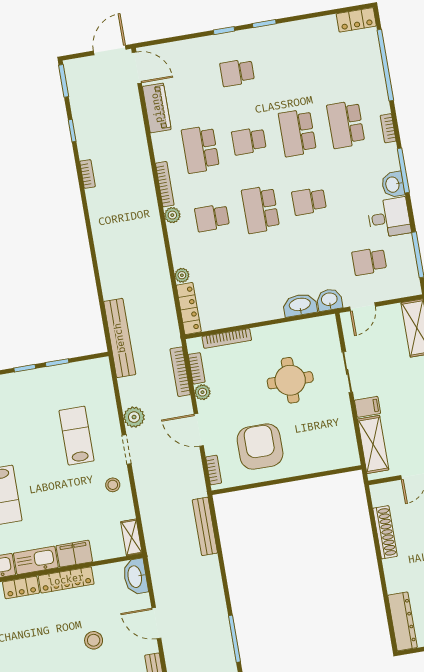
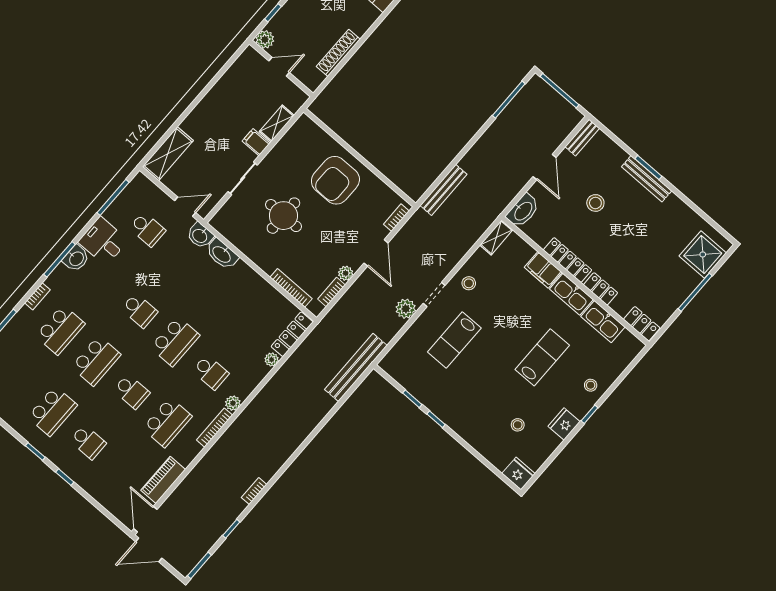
school desk: (286, 64) -> (52, 411), added
bookcase: (180, 372) -> (344, 302), removed
shelving: (373, 444) -> (277, 124), width x0.67, depth x0.75
armchair: (260, 447) -> (335, 180), moved

